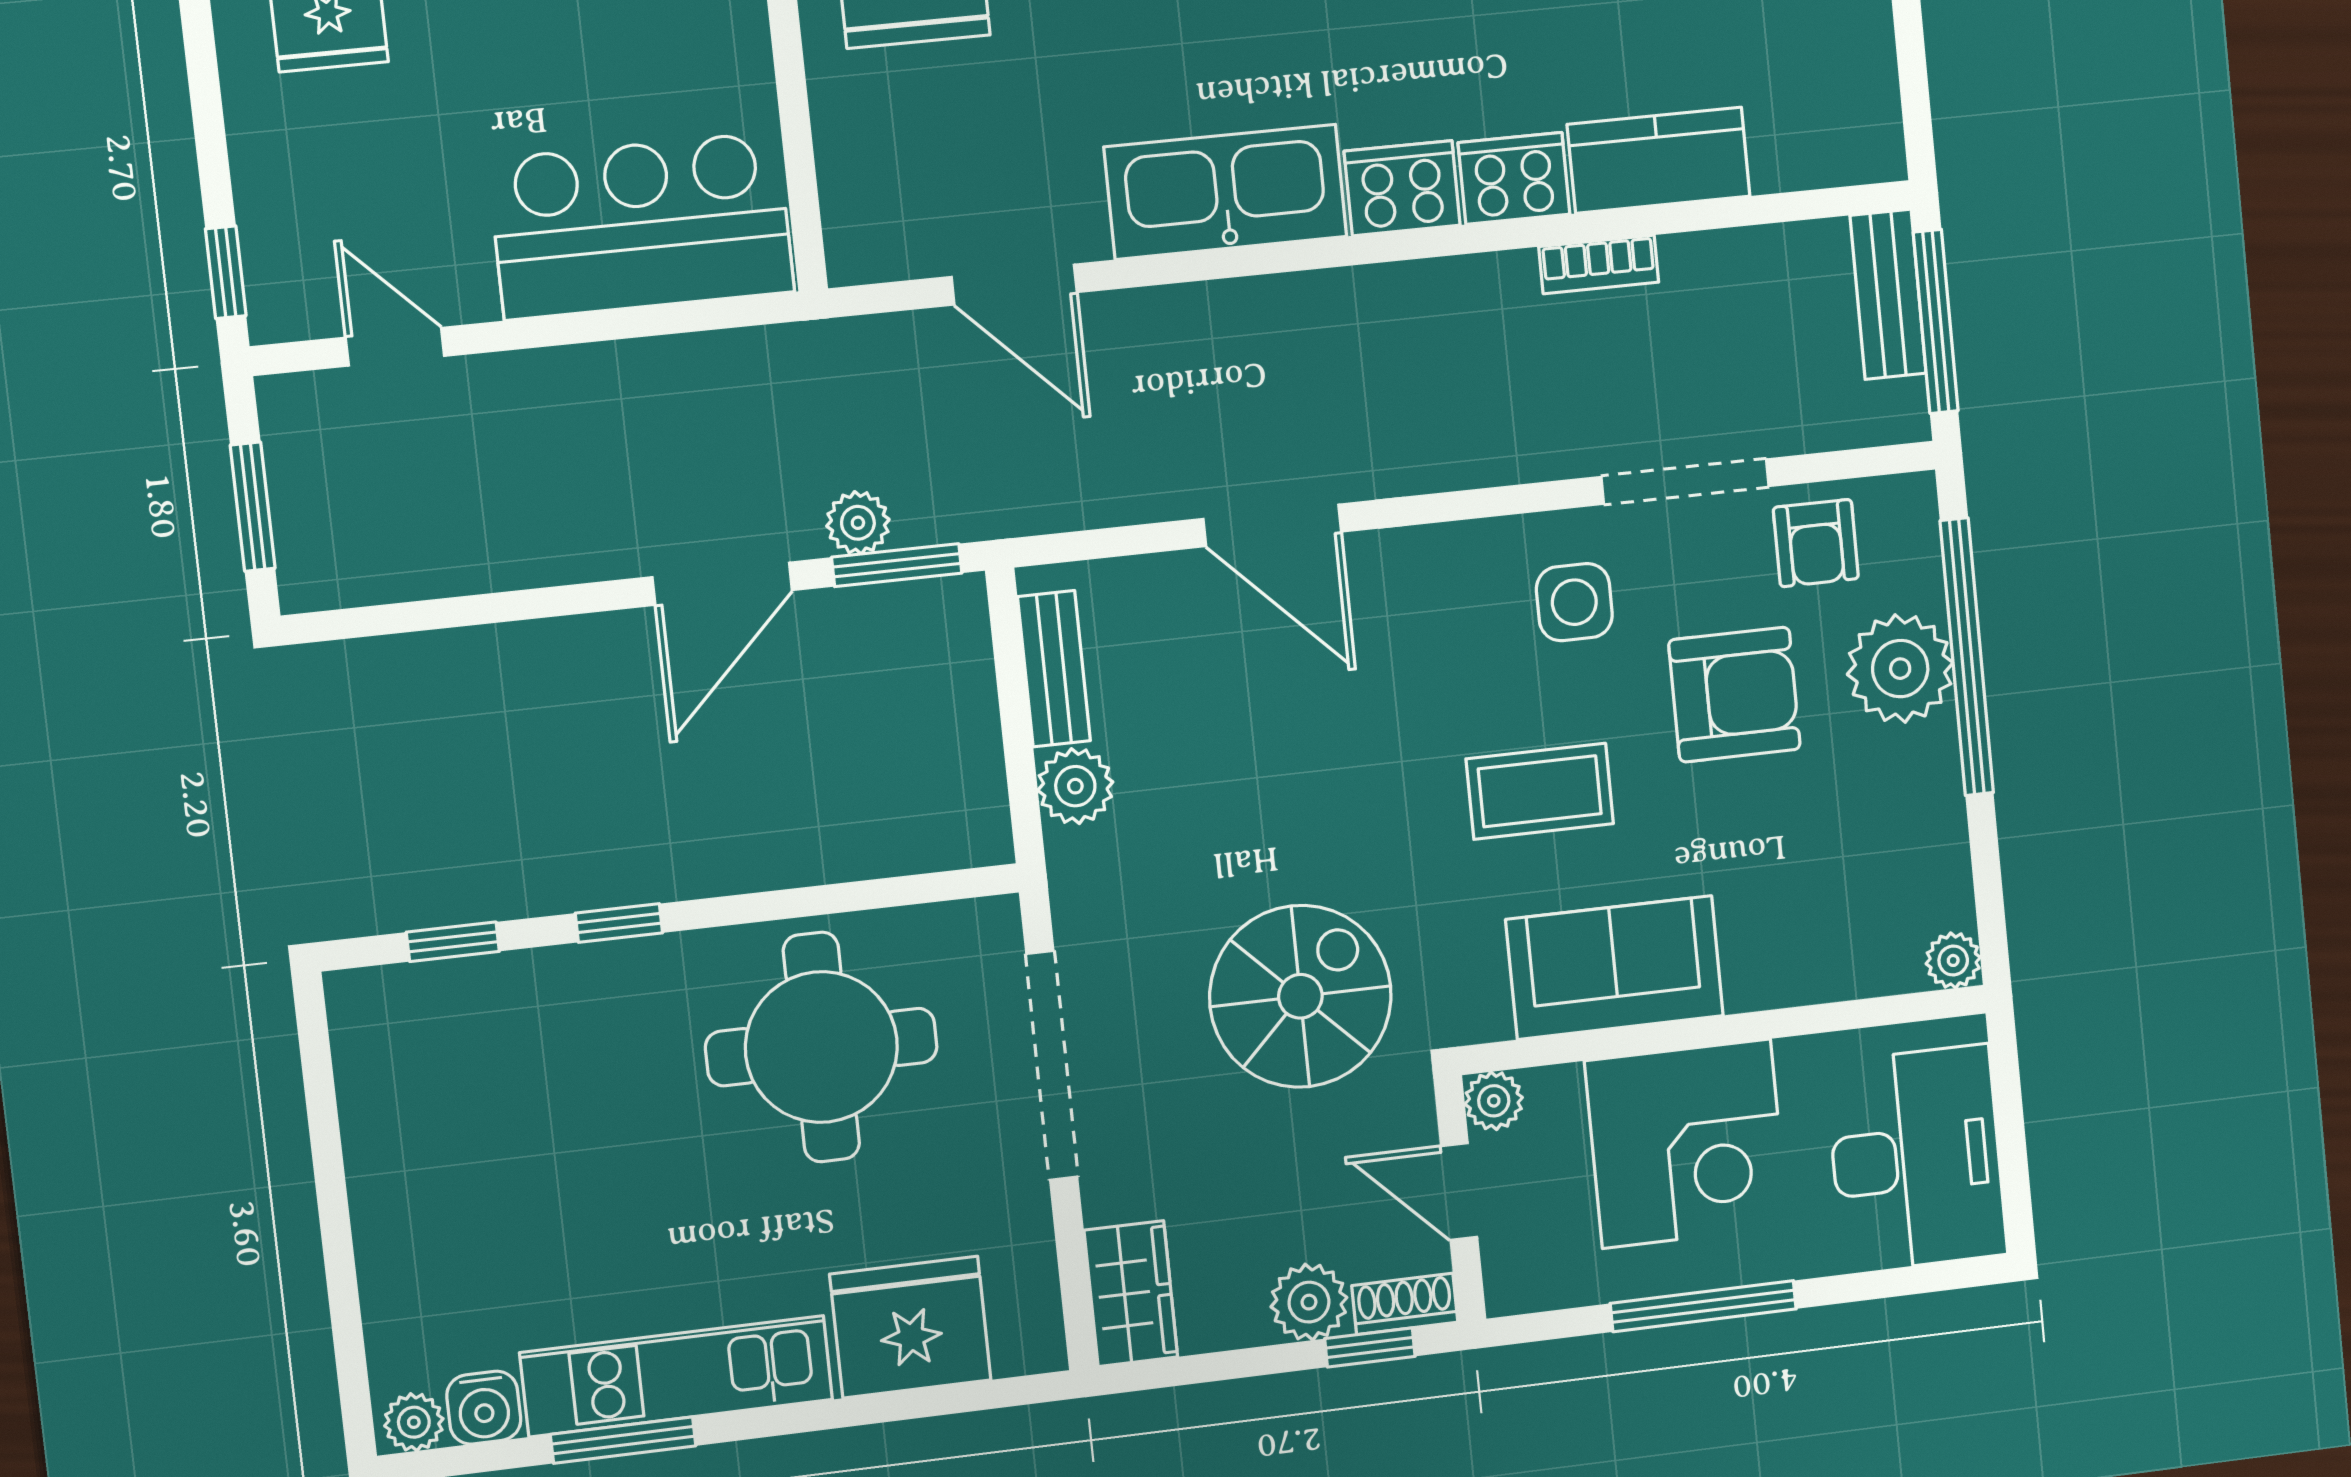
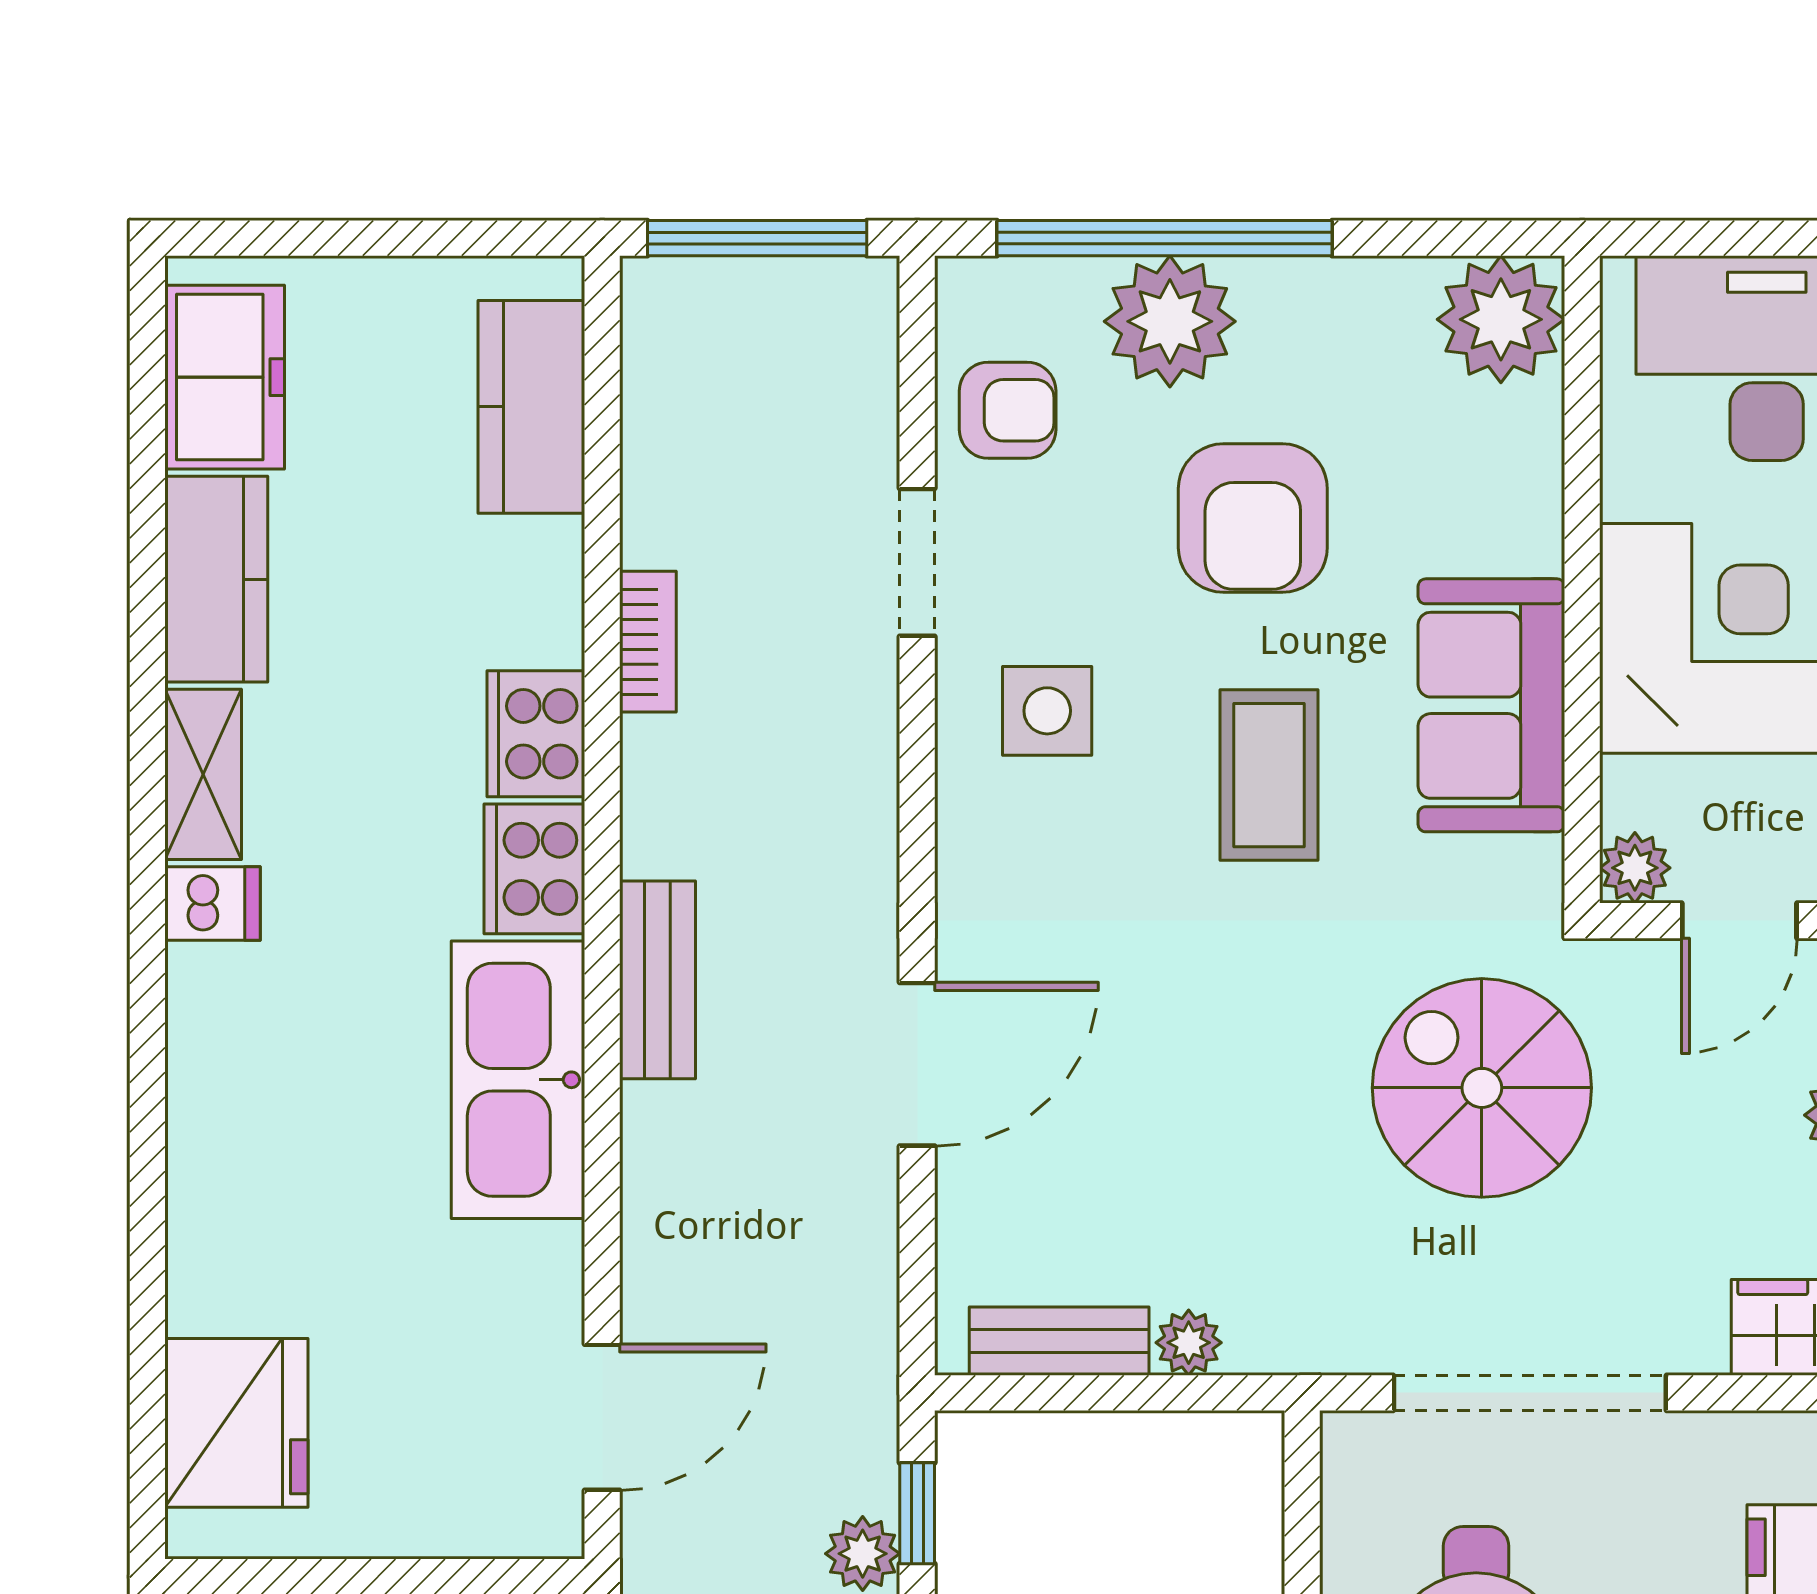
kitchen counter: (1659, 160) -> (531, 407), moved
door: (1014, 285) -> (602, 1417), moved
bench: (1888, 294) -> (658, 980), moved, turned 90
doorway: (1685, 482) -> (917, 562), width x0.73
window: (897, 565) -> (917, 1513), width x0.67
armchair: (1734, 695) -> (1253, 518), moved, turned 180
plant: (1075, 786) -> (1189, 1343), width x0.73, depth x0.73
plant: (1953, 960) -> (1501, 319), width x1.87, depth x1.87

